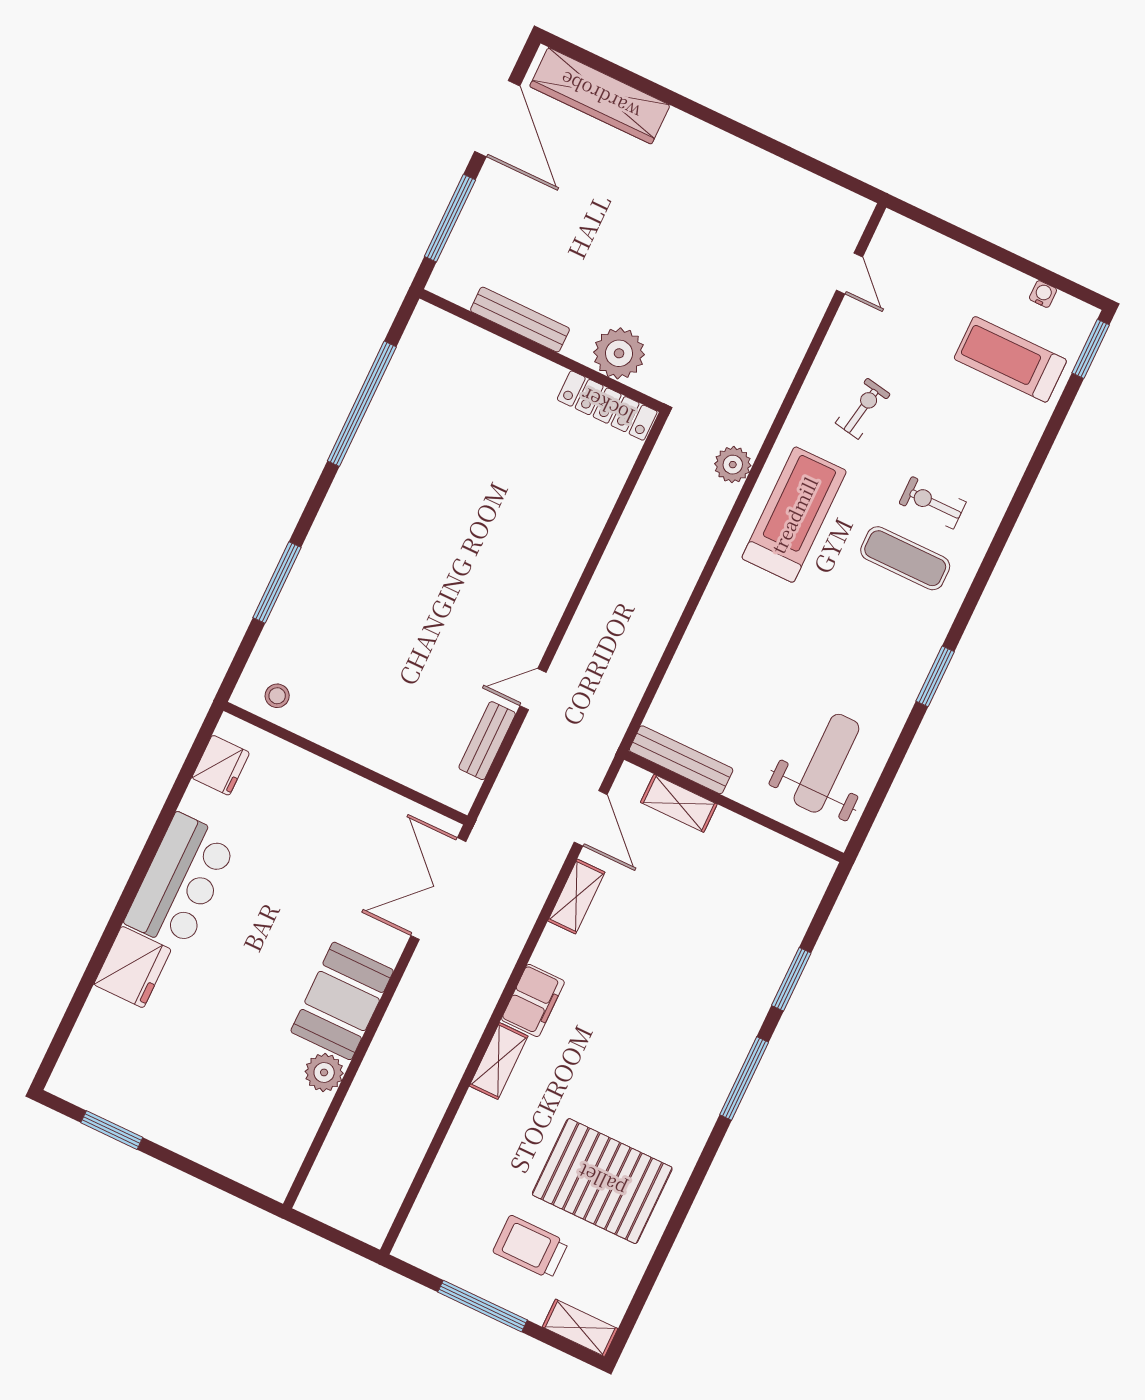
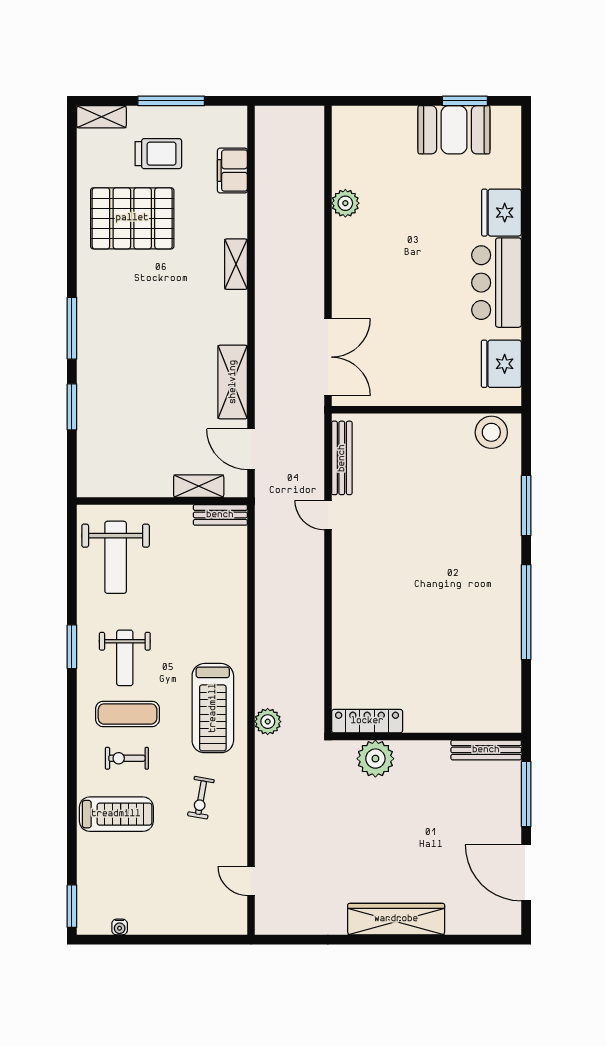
wardrobe: (600, 96) -> (396, 919), moved
bench: (520, 320) -> (486, 750), moved
treadmill: (1010, 359) -> (116, 814), moved
window: (362, 404) -> (526, 612), moved
exercise bike: (933, 503) -> (127, 758), turned 180
weight bench: (875, 631) -> (125, 658), added
door: (533, 689) -> (328, 515), swing flipped
stool: (277, 696) -> (491, 432), width x1.89, depth x1.89
bench: (487, 741) -> (342, 458), width x1.36
bench: (681, 760) -> (220, 515), width x0.73
fridge: (221, 765) -> (501, 364), width x1.36, depth x1.34
shelving: (576, 896) -> (233, 382), width x1.50, depth x1.33
filing cabinet: (533, 1000) -> (232, 171), moved
booth: (342, 1001) -> (454, 130), moved, turned 90

